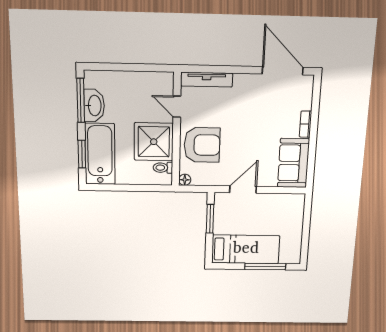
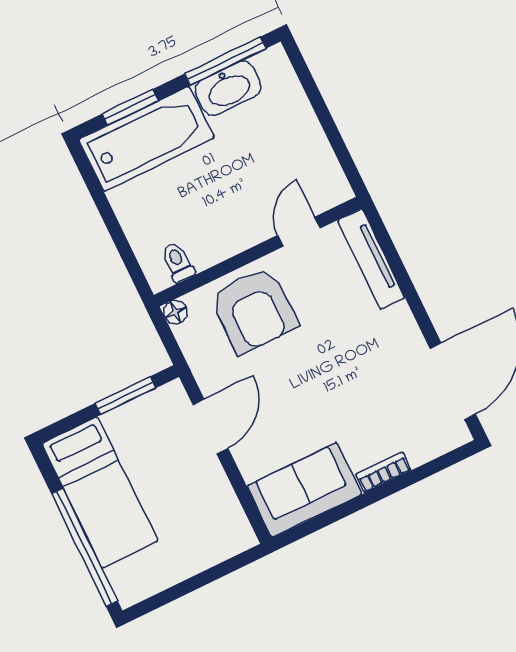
shower: (154, 142) -> (217, 222), removed
door: (243, 190) -> (210, 426), hinge flipped
window: (265, 267) -> (85, 548), width x1.46

